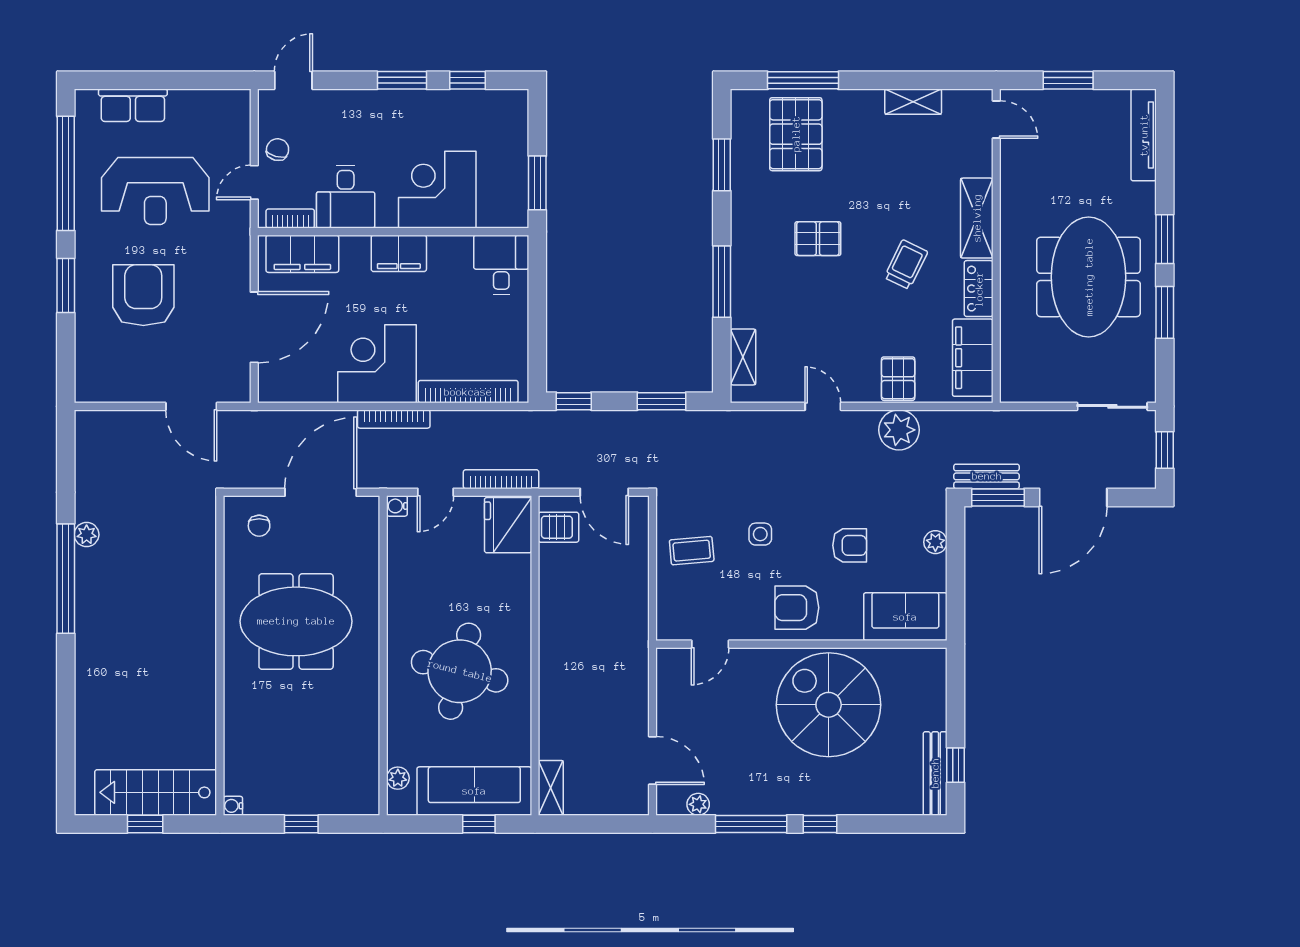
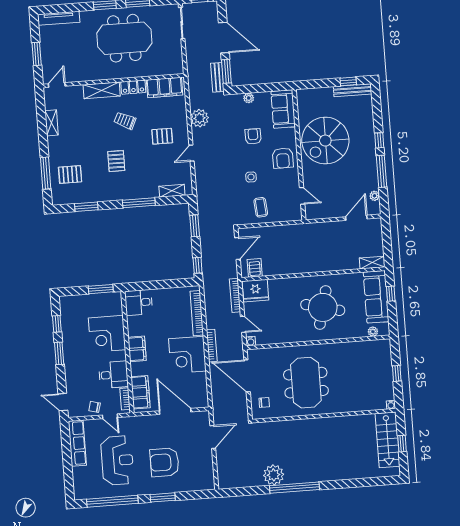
row of seats: (133, 105) -> (77, 443), moved, width x1.48
pallet: (796, 134) -> (70, 175), width x0.67, depth x0.71
pallet: (898, 379) -> (162, 136), moved
plant: (87, 535) -> (274, 475), width x1.88, depth x1.88

